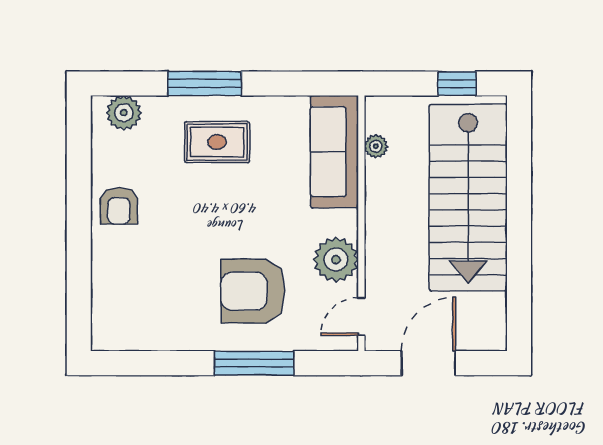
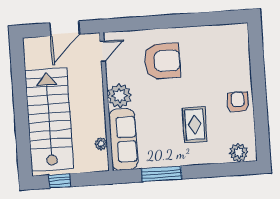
window: (205, 84) -> (162, 174), moved
rug: (217, 142) -> (195, 125), moved, turned 90
plant: (336, 260) -> (119, 96), moved
window: (254, 363) -> (159, 22), removed

